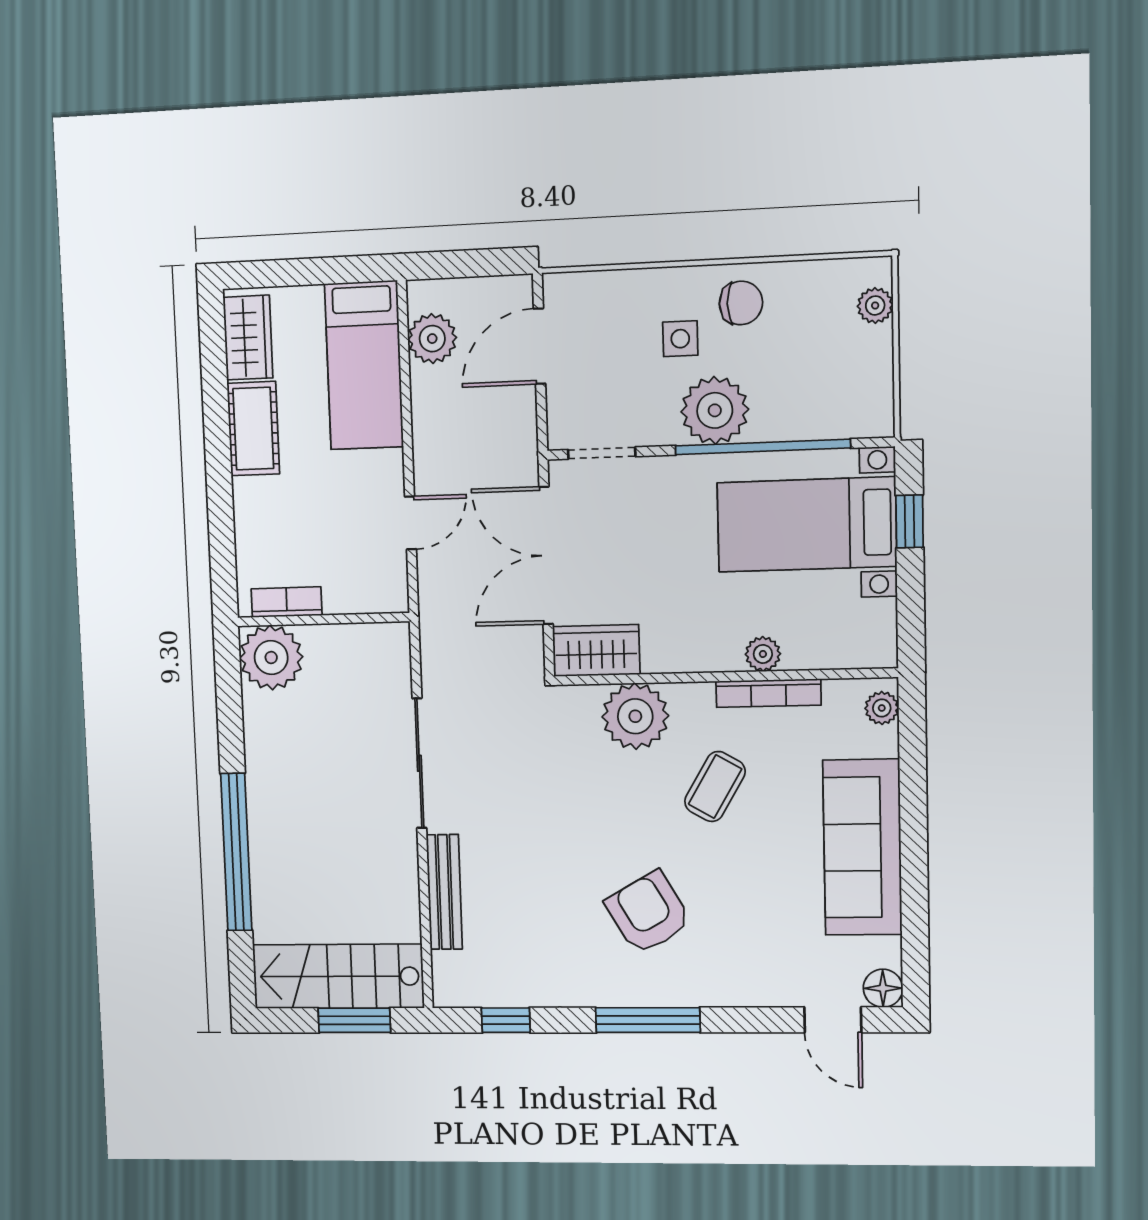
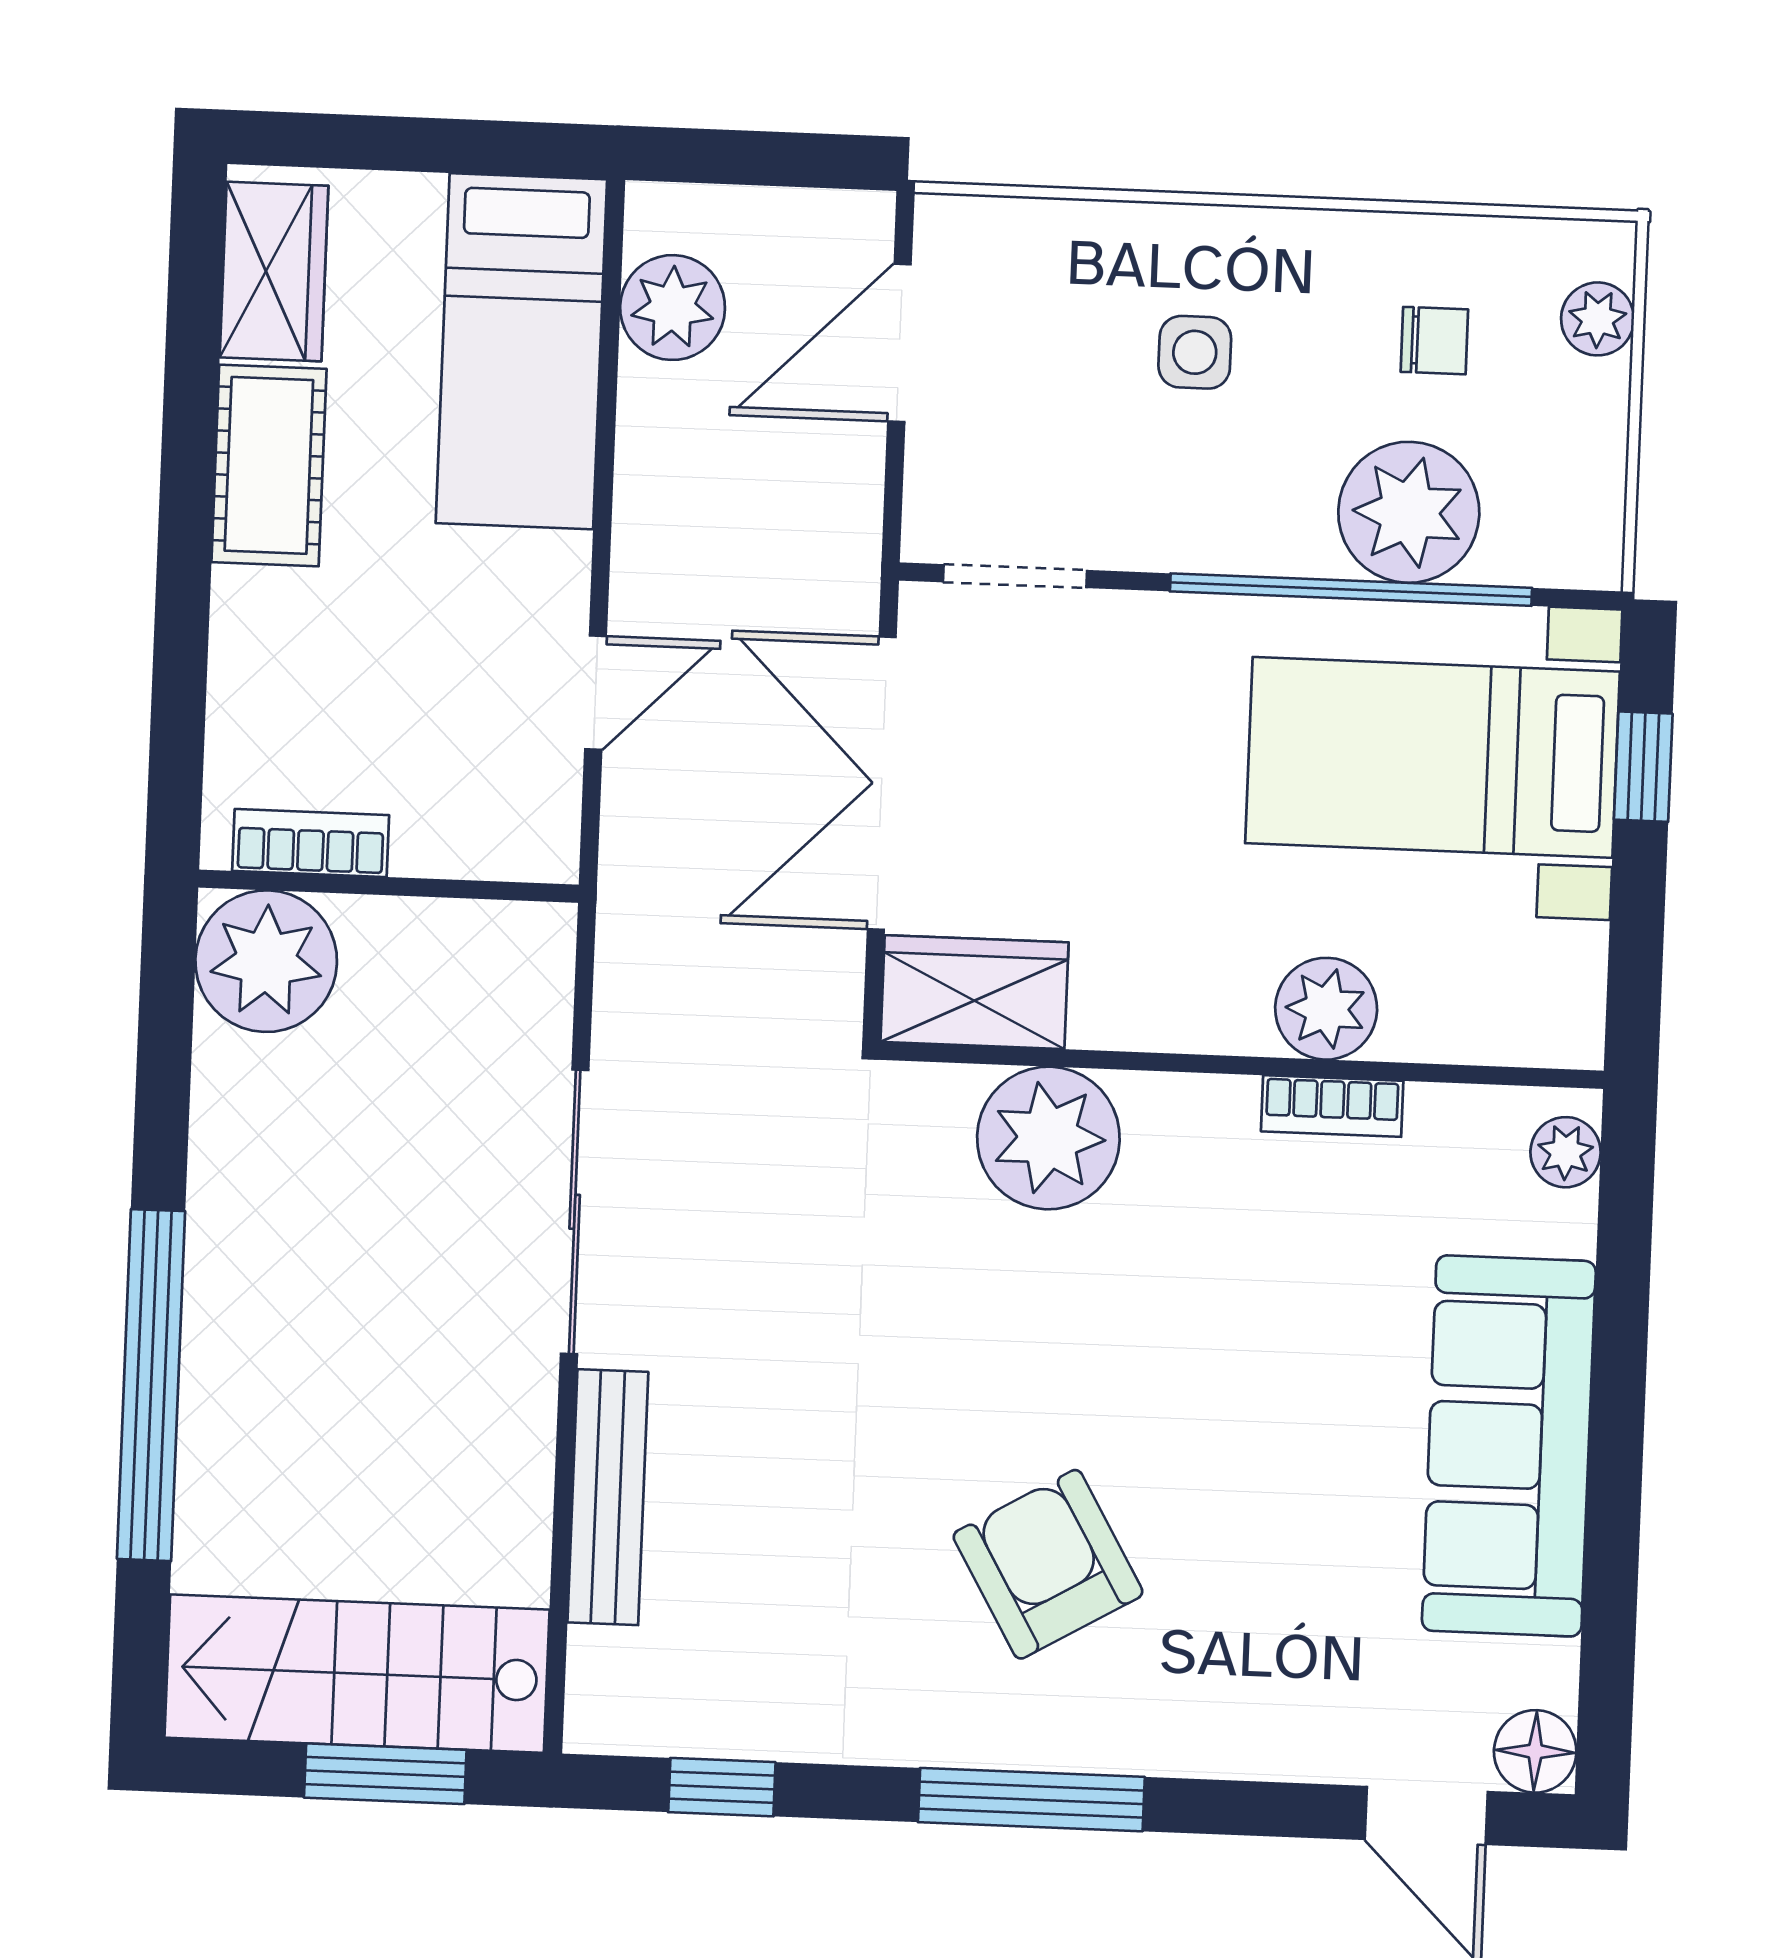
chair: (741, 303) -> (1434, 341), moved, width x0.73, depth x0.73
plant: (715, 410) -> (1409, 512), moved
plant: (763, 654) -> (1326, 1009), width x1.38, depth x1.38
bookcase: (768, 693) -> (1332, 1106), width x0.64
coffee table: (715, 787) -> (1208, 1299), removed

